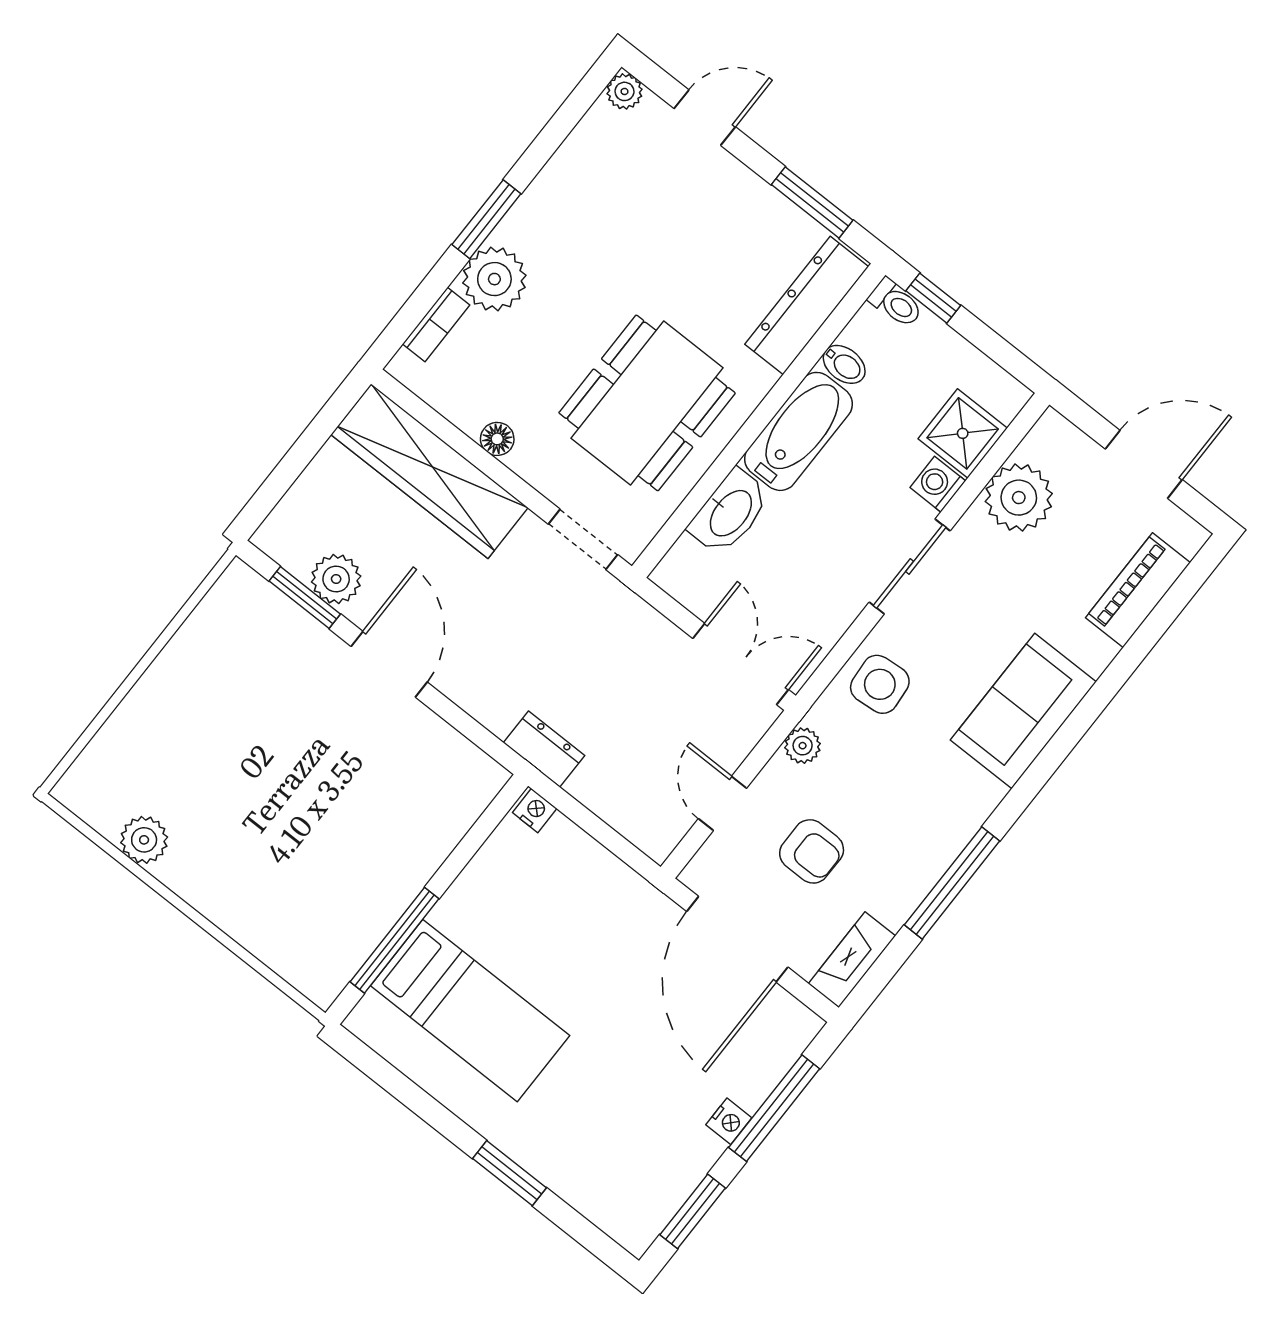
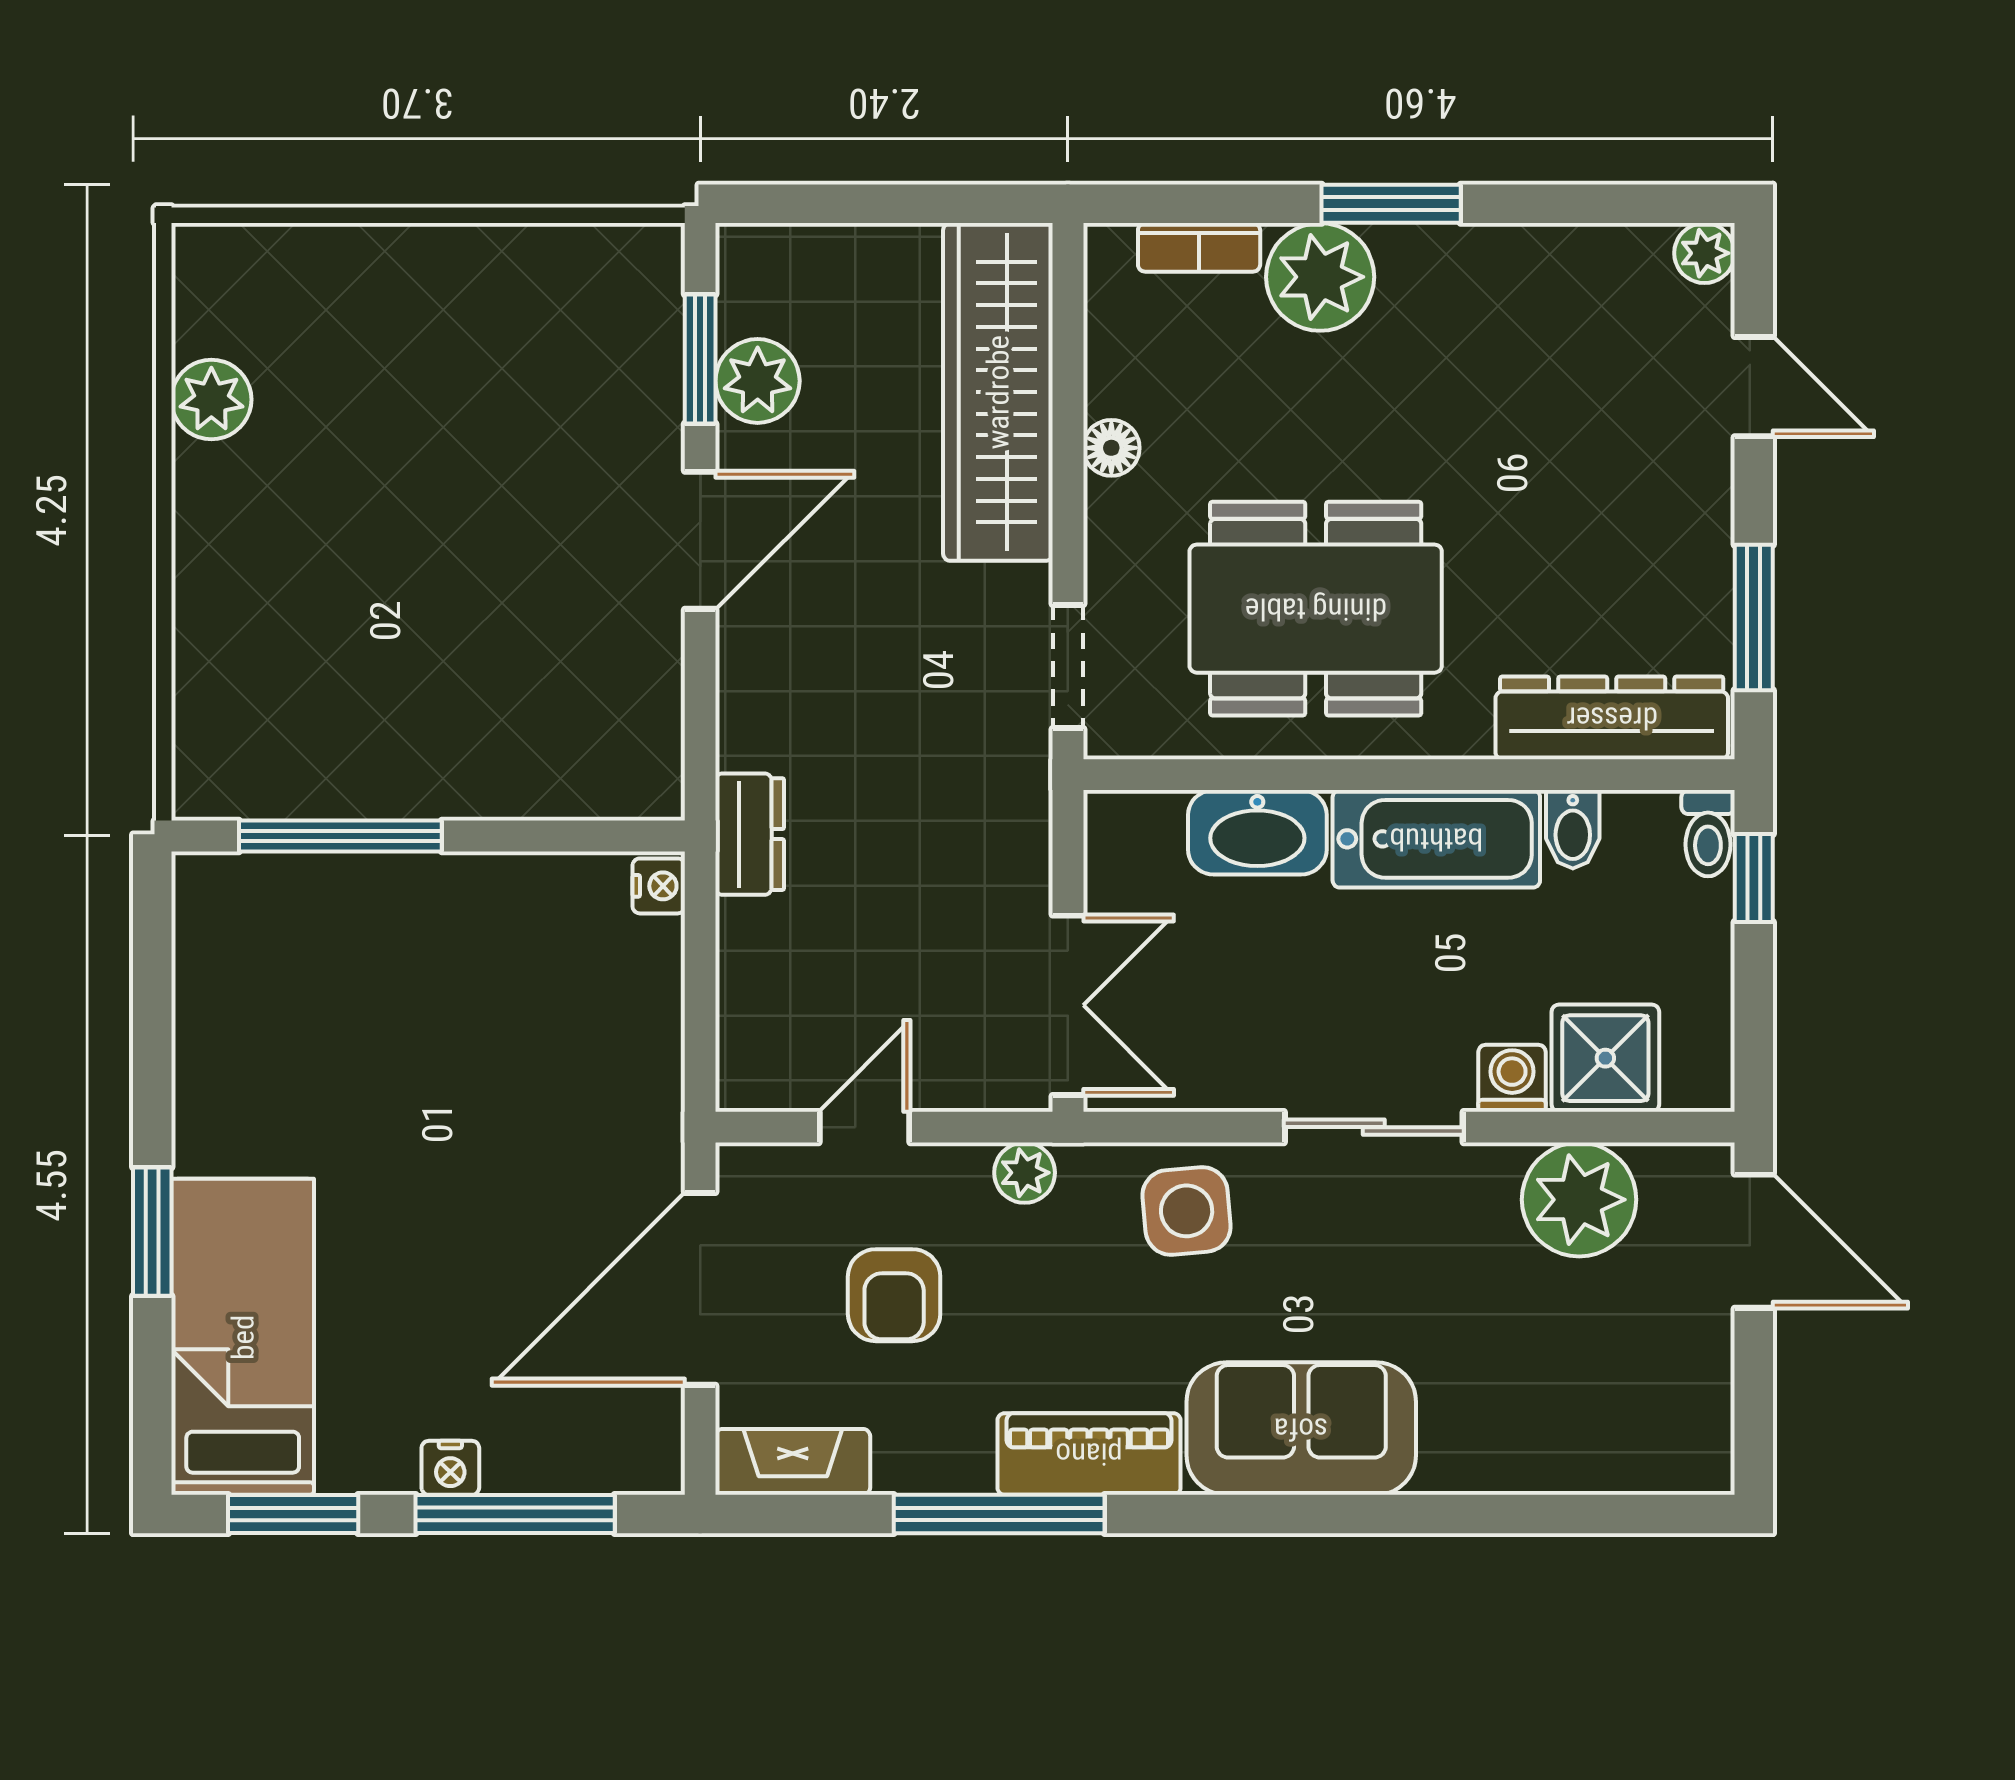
door: (1144, 464) -> (1754, 1241), moved
piano: (1138, 590) -> (1089, 1454), moved
bed: (470, 1011) -> (243, 1337), moved, turned 180

